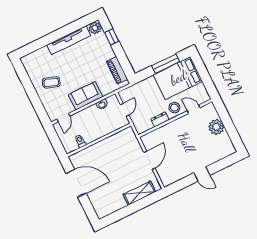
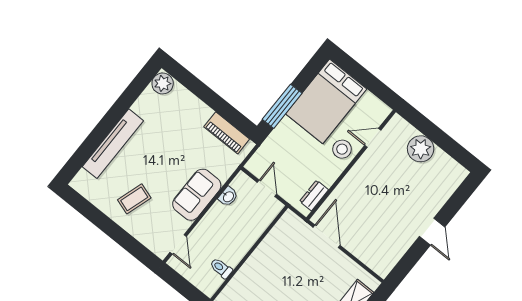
window: (112, 37) -> (195, 85), removed
tv unit: (69, 40) -> (113, 144), moved
window: (166, 64) -> (282, 106), moved
dresser: (160, 119) -> (314, 195), moved
door: (149, 160) -> (327, 236), moved
door: (202, 174) -> (432, 232), hinge flipped

